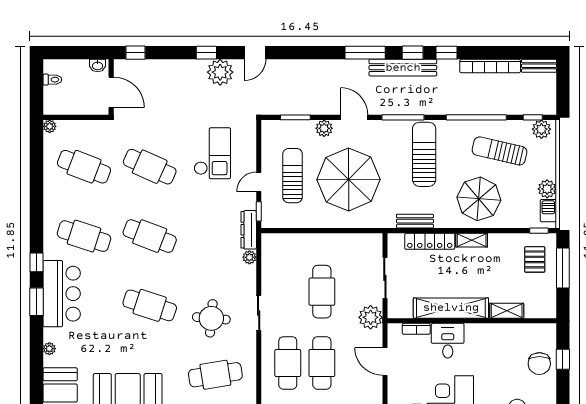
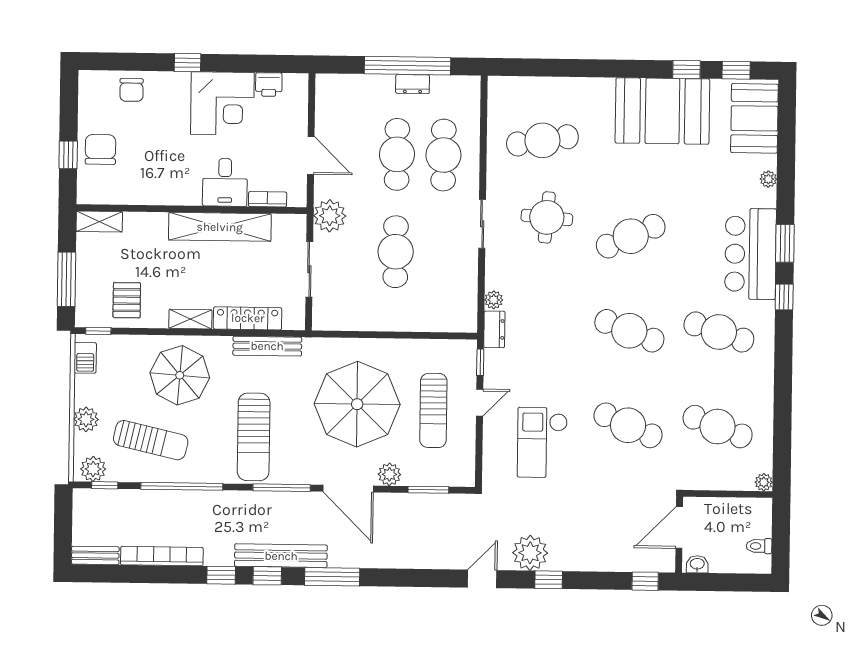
door: (111, 92) -> (679, 527), hinge flipped
door: (354, 117) -> (348, 489), width x1.36
plant: (547, 189) -> (86, 419), moved
bench: (415, 221) -> (267, 346), width x1.36
dresser: (249, 230) -> (494, 329), width x0.70
pallet: (535, 259) -> (127, 300), moved
cafe table: (150, 305) -> (631, 236), turned -42
shelving: (507, 311) -> (99, 222), moved

